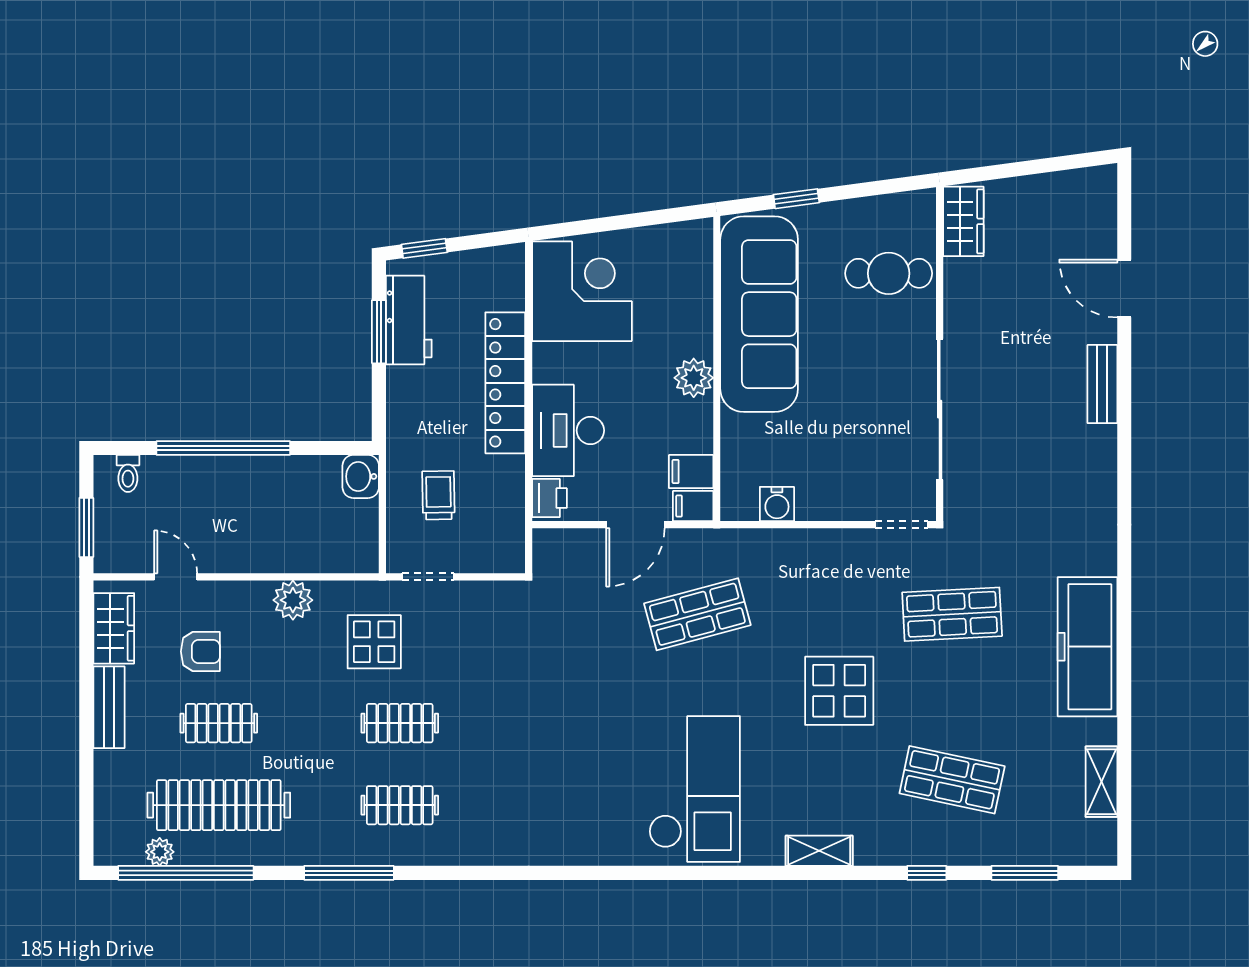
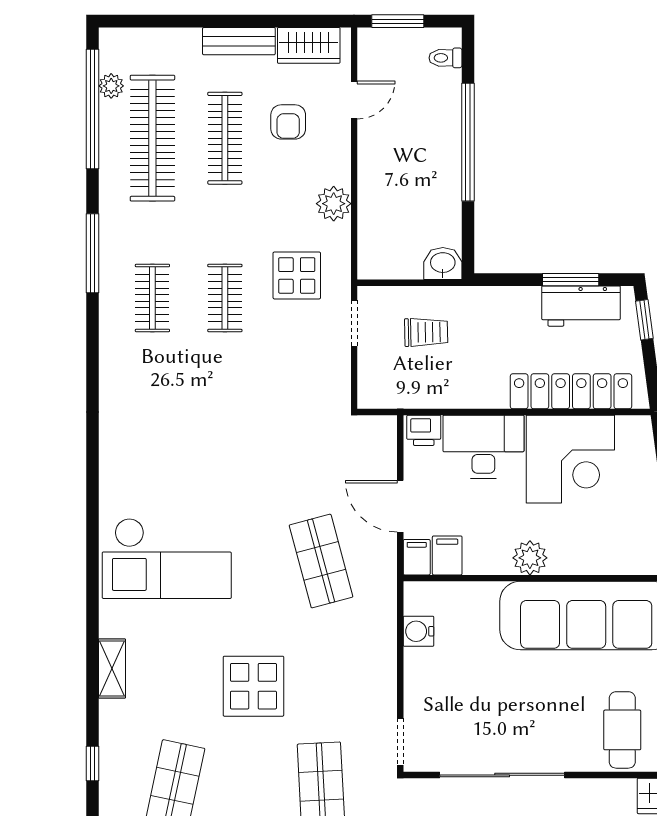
corner desk: (582, 291) -> (570, 459), moved
locker: (505, 383) -> (571, 391), moved
clothes rail: (219, 723) -> (225, 138), width x1.36

